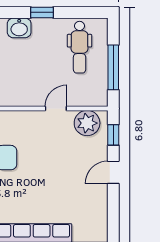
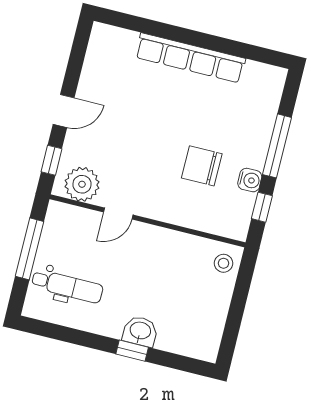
window: (42, 12) -> (132, 351), moved
dental chair: (80, 47) -> (67, 286), turned 90

